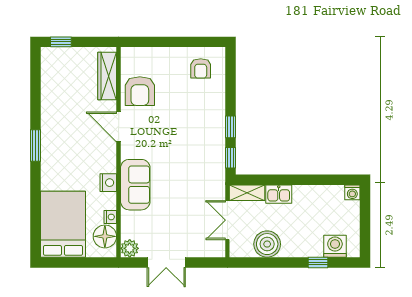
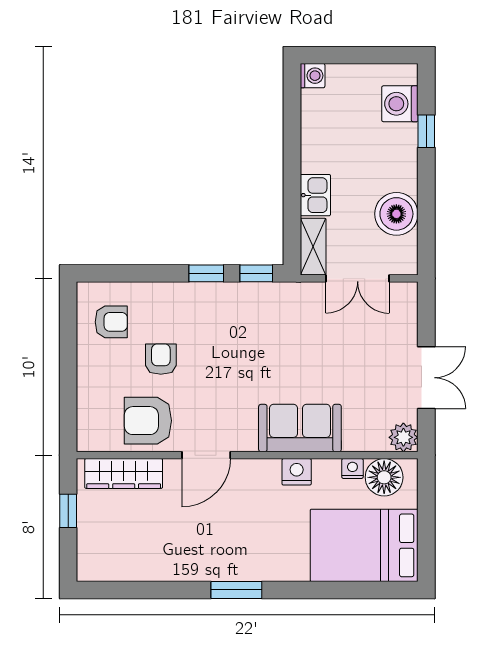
window: (61, 42) -> (68, 511), moved
armchair: (140, 91) -> (148, 421), turned 180
armchair: (178, 99) -> (161, 359), added

